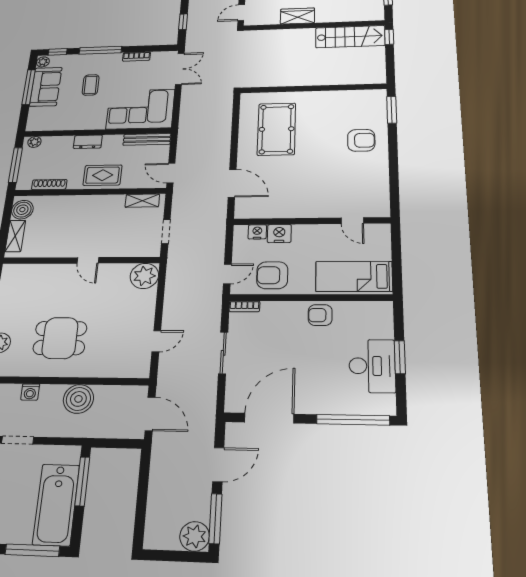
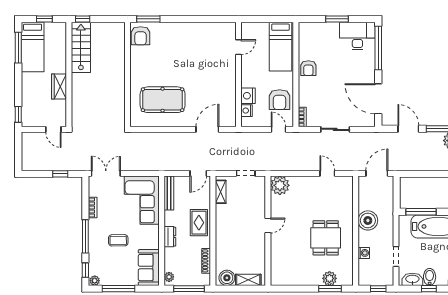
sofa: (46, 87) -> (149, 268), moved, turned -90
armchair: (361, 140) -> (141, 36), moved, turned 180
desk: (372, 366) -> (357, 36), moved

